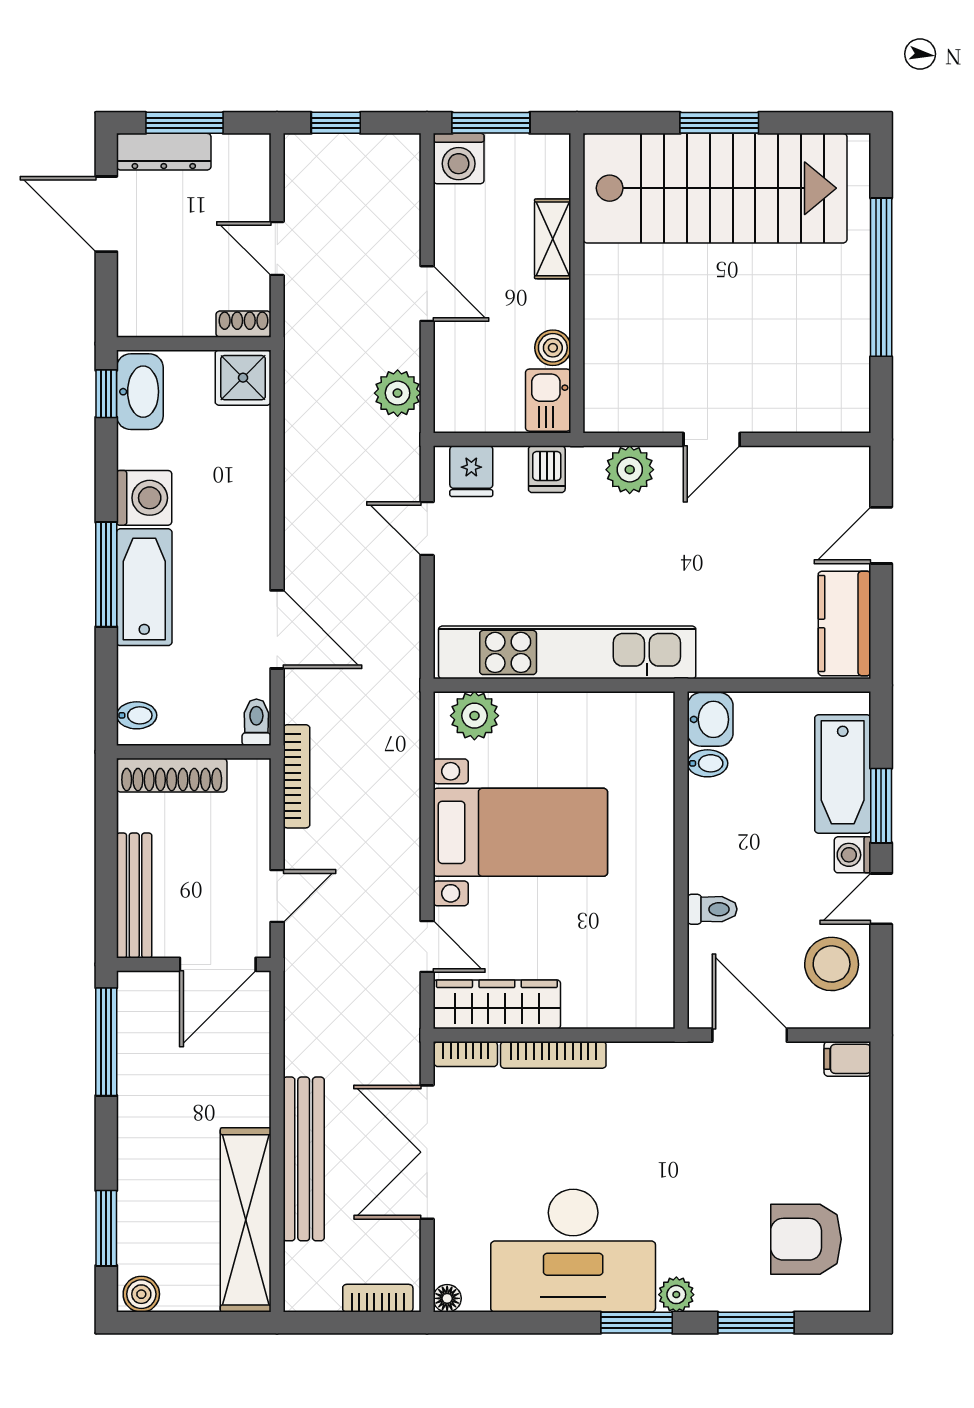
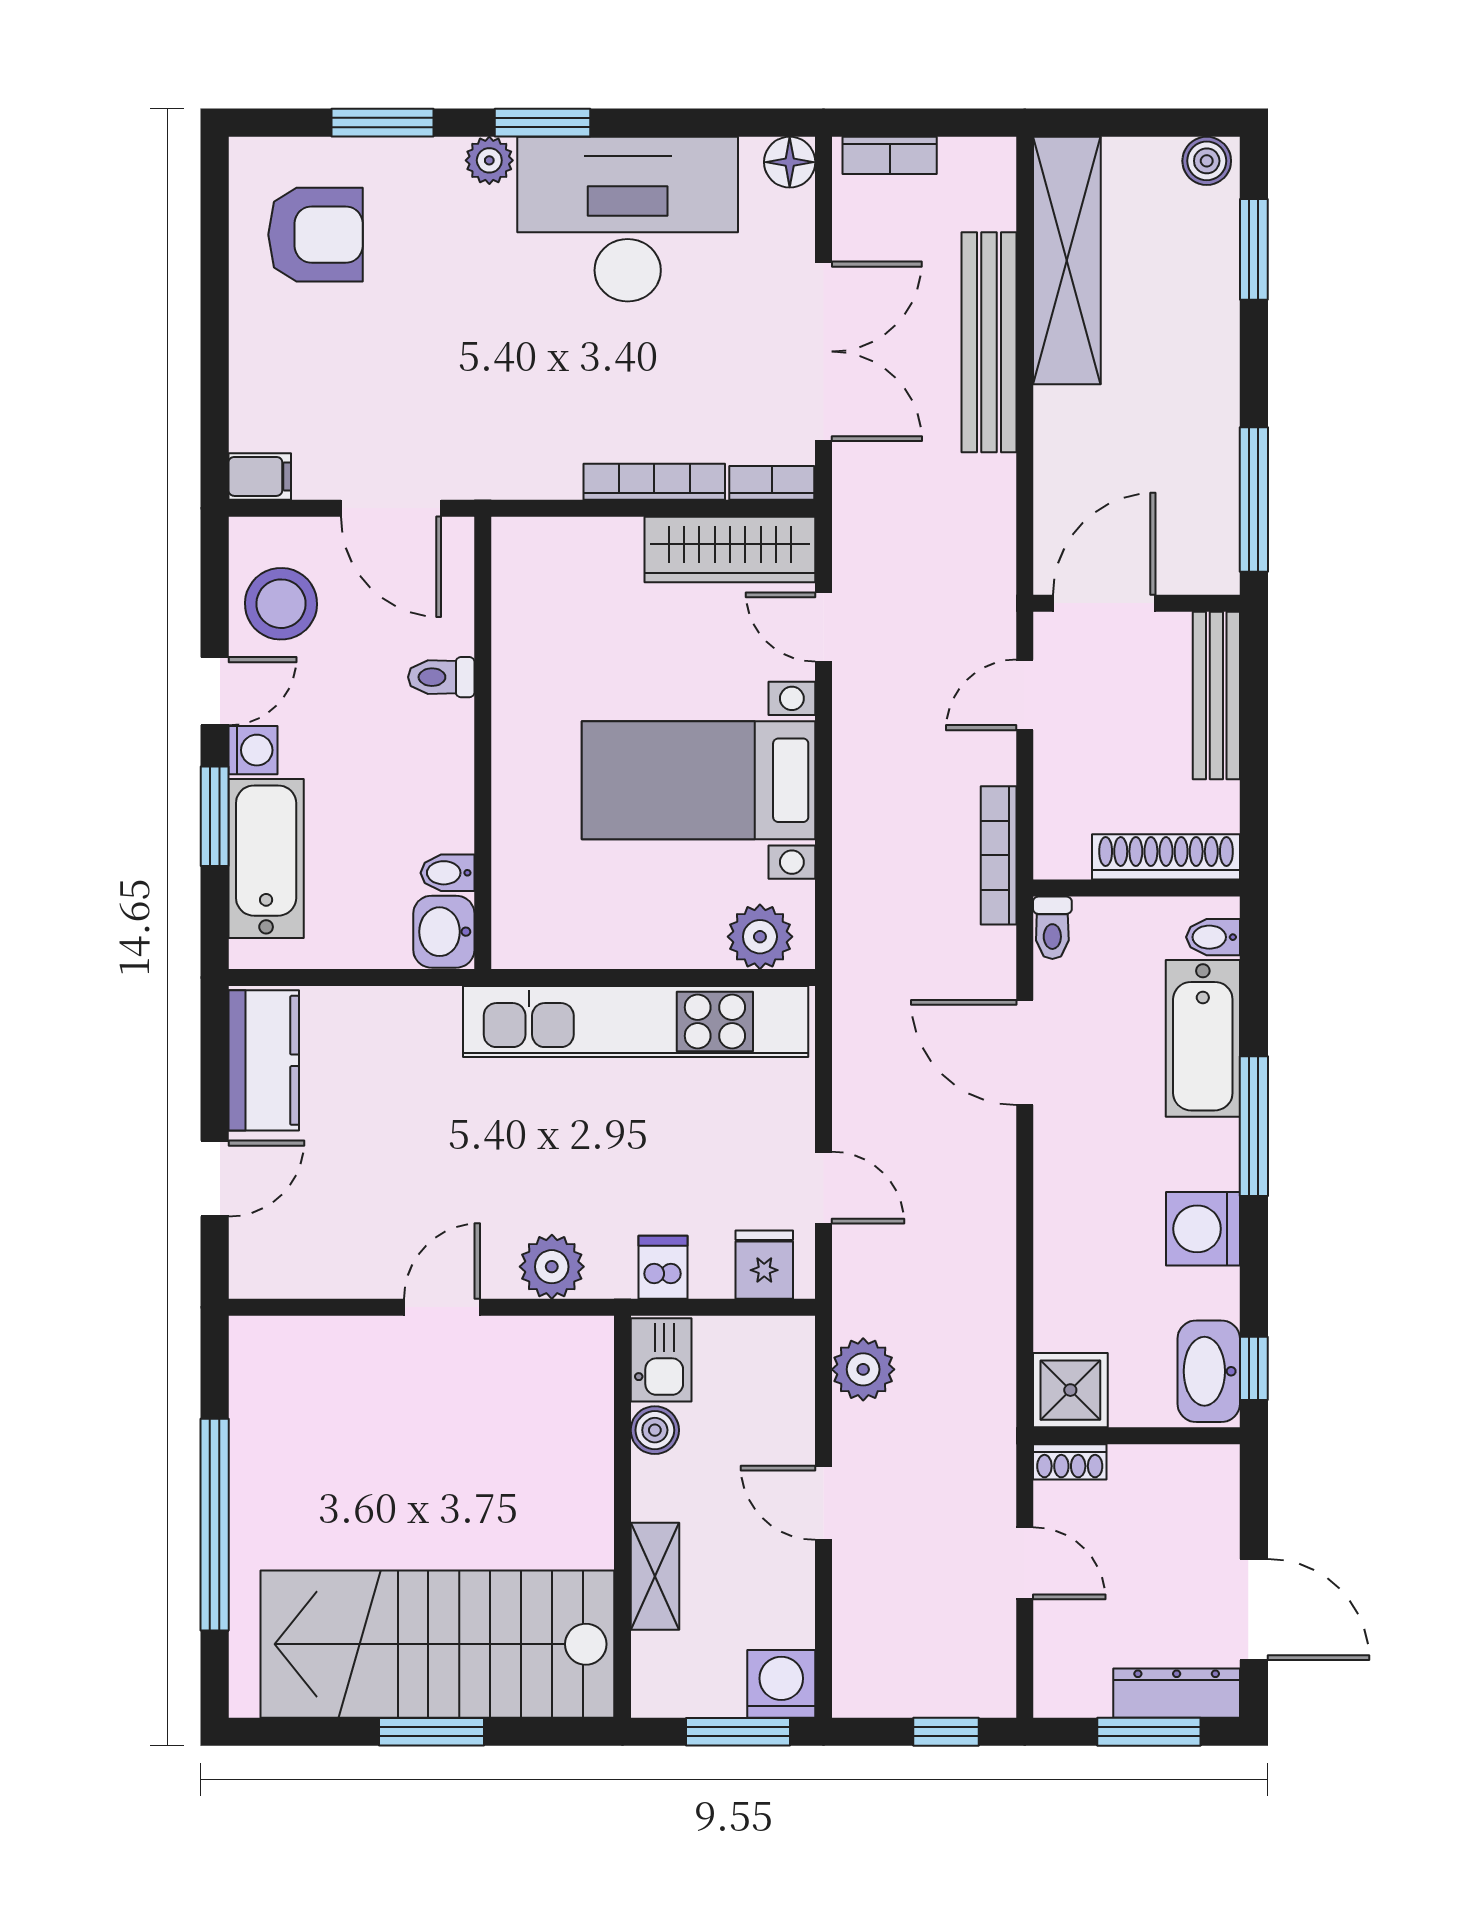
bathtub: (144, 587) -> (1203, 1038), moved
floor lamp: (447, 1298) -> (790, 162), width x1.37, depth x1.37

